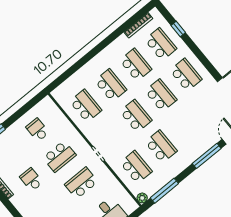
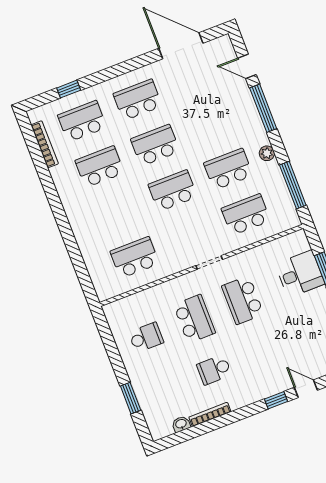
school desk: (111, 85) -> (117, 212), removed
school desk: (38, 130) -> (146, 337), turned 180
plant: (142, 198) -> (267, 153), moved

